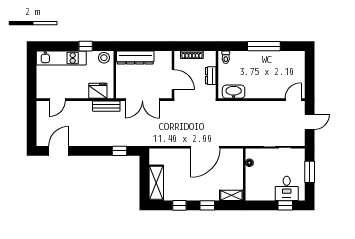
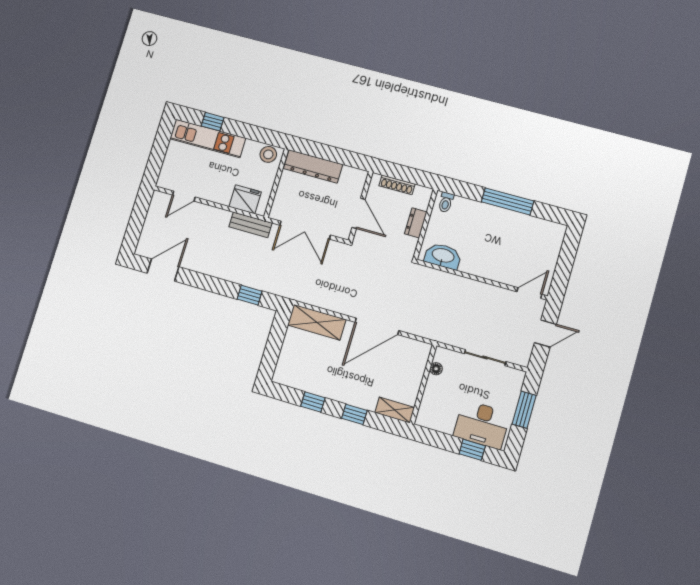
window: (86, 46) -> (213, 122), moved
shelving: (156, 183) -> (317, 322), moved, turned 90
desk: (287, 188) -> (482, 424), width x1.37

